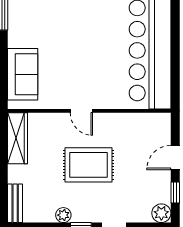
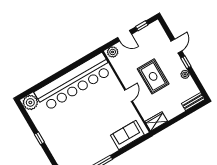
wardrobe: (18, 138) -> (156, 121), width x0.67
plant: (161, 213) -> (113, 52), moved

